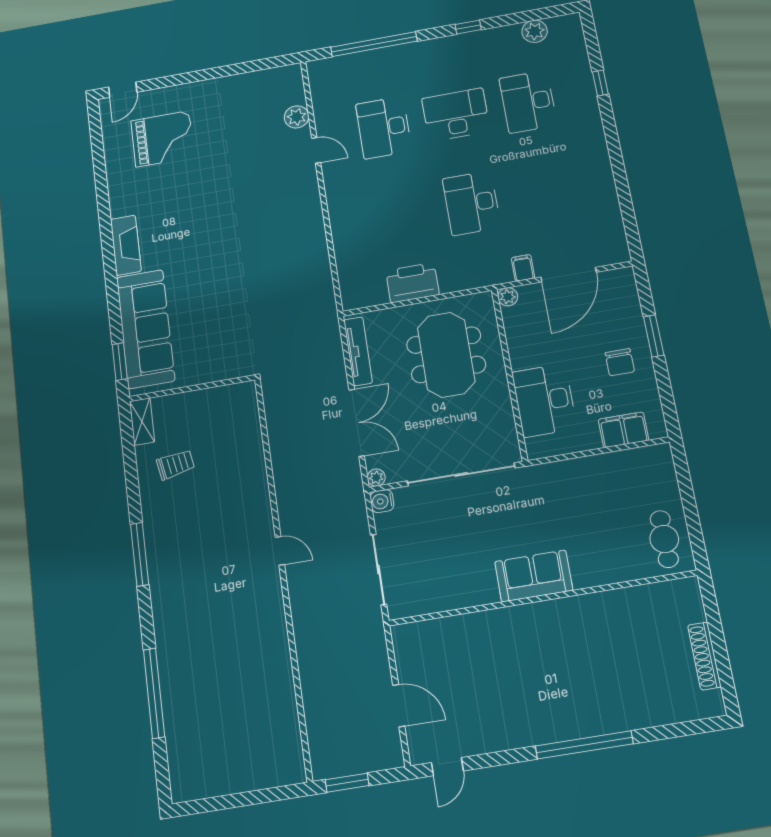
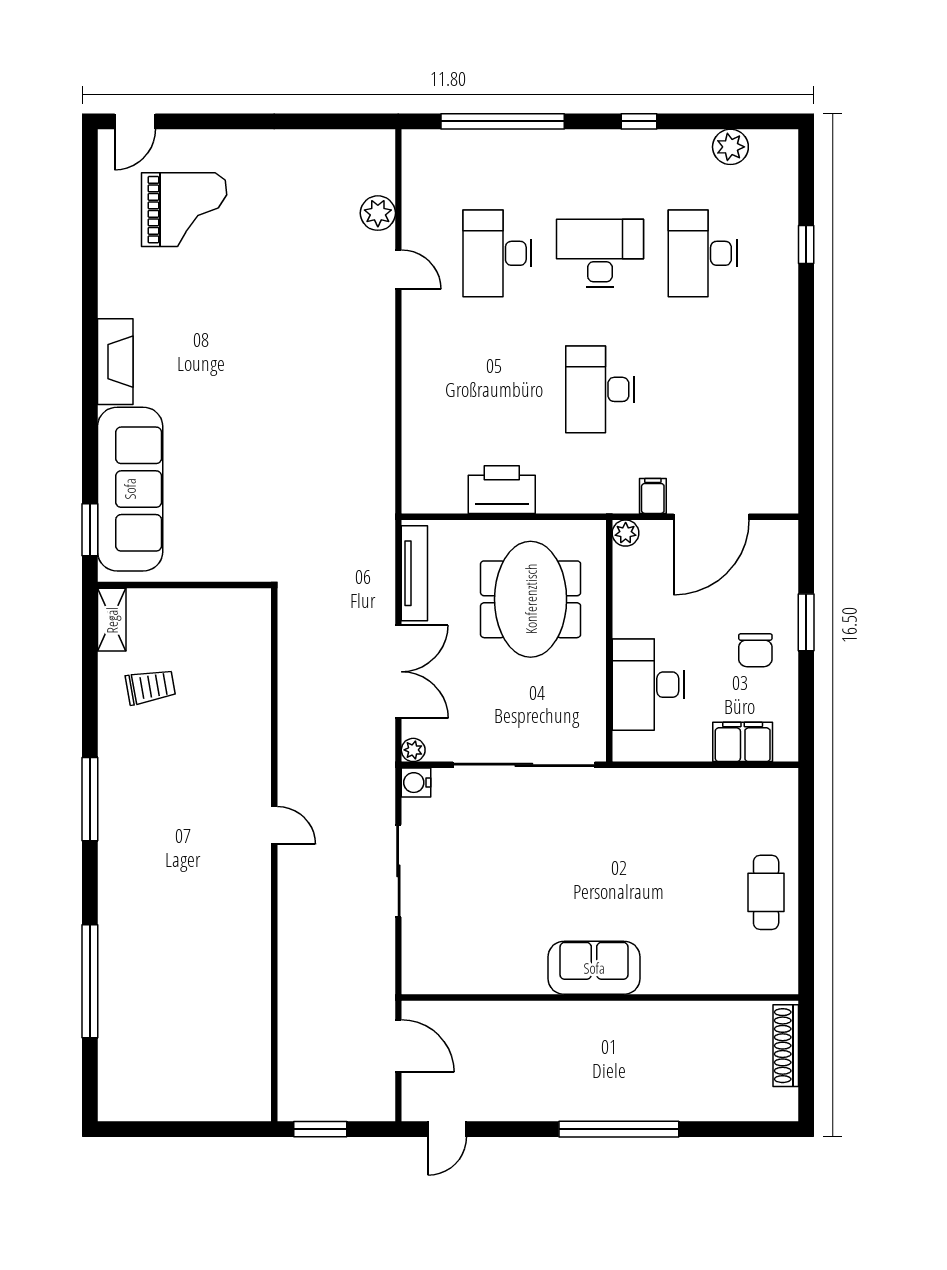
sofa: (534, 576) -> (594, 968), moved
wall: (542, 598) -> (600, 997), moved

